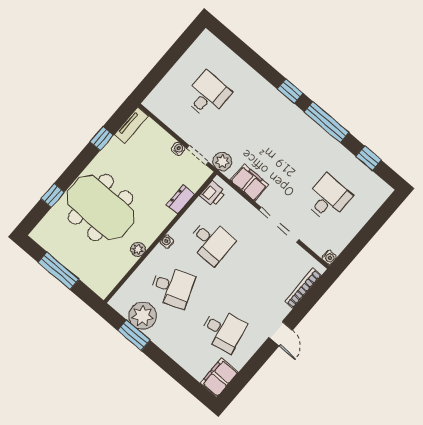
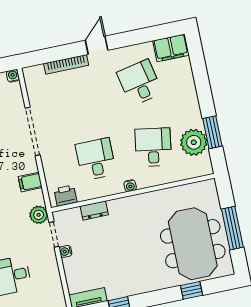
filing cabinet: (249, 183) -> (30, 182), width x0.50
meeting table: (100, 207) -> (193, 244), moved
plant: (138, 249) -> (157, 197), removed
desk: (172, 287) -> (153, 147), turned 30
bookcase: (303, 288) -> (66, 64), moved

